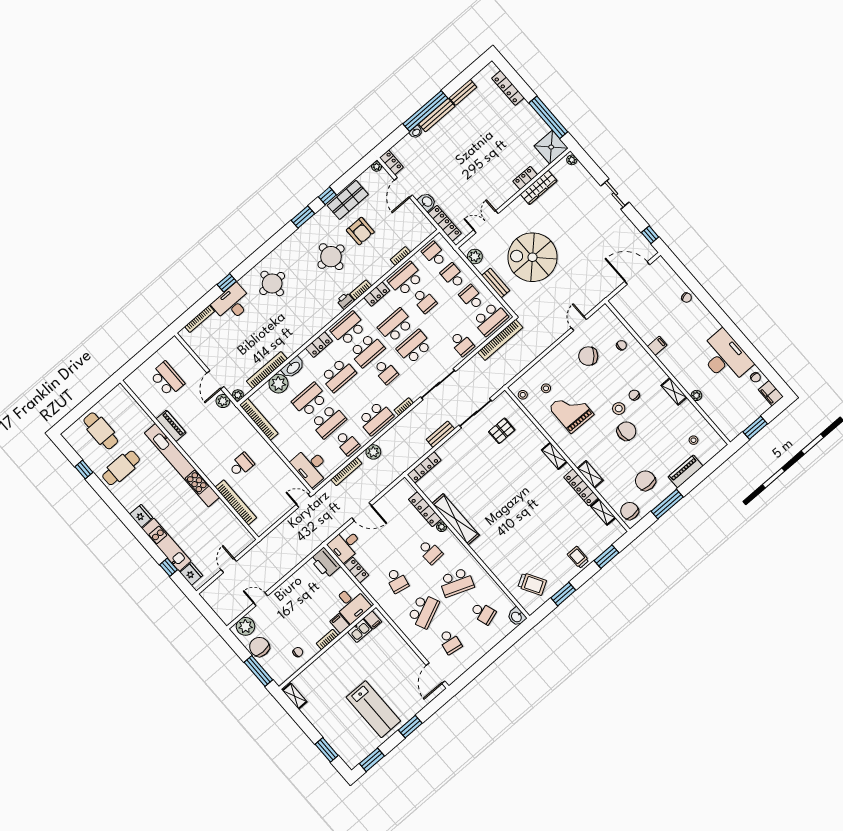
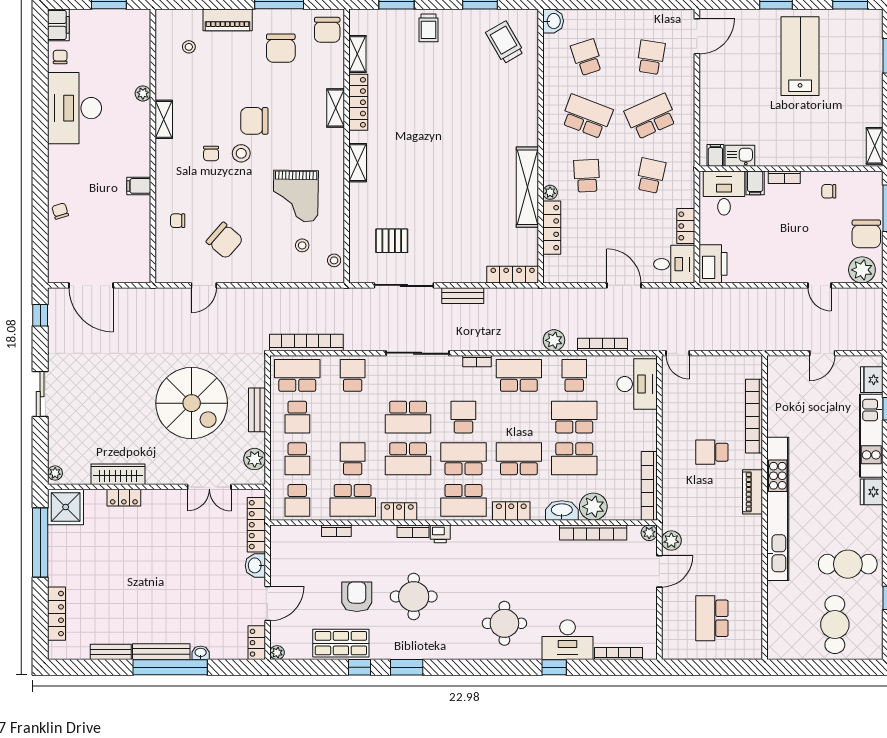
piano: (171, 426) -> (752, 492), moved

